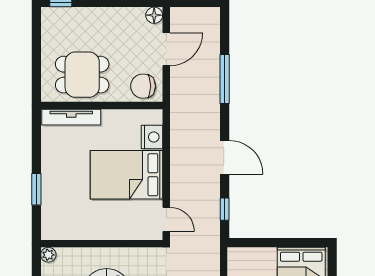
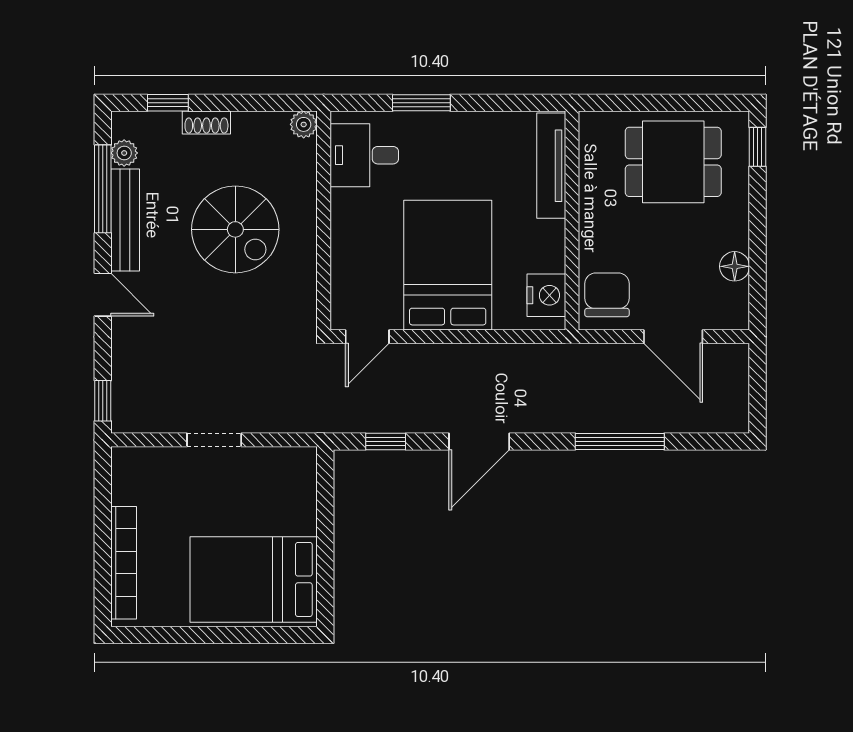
floor lamp: (154, 15) -> (735, 266), moved
dining table: (82, 75) -> (673, 162), moved, turned 90
nightstand: (152, 137) -> (546, 295), moved, turned -90
desk: (65, 221) -> (364, 155), added

